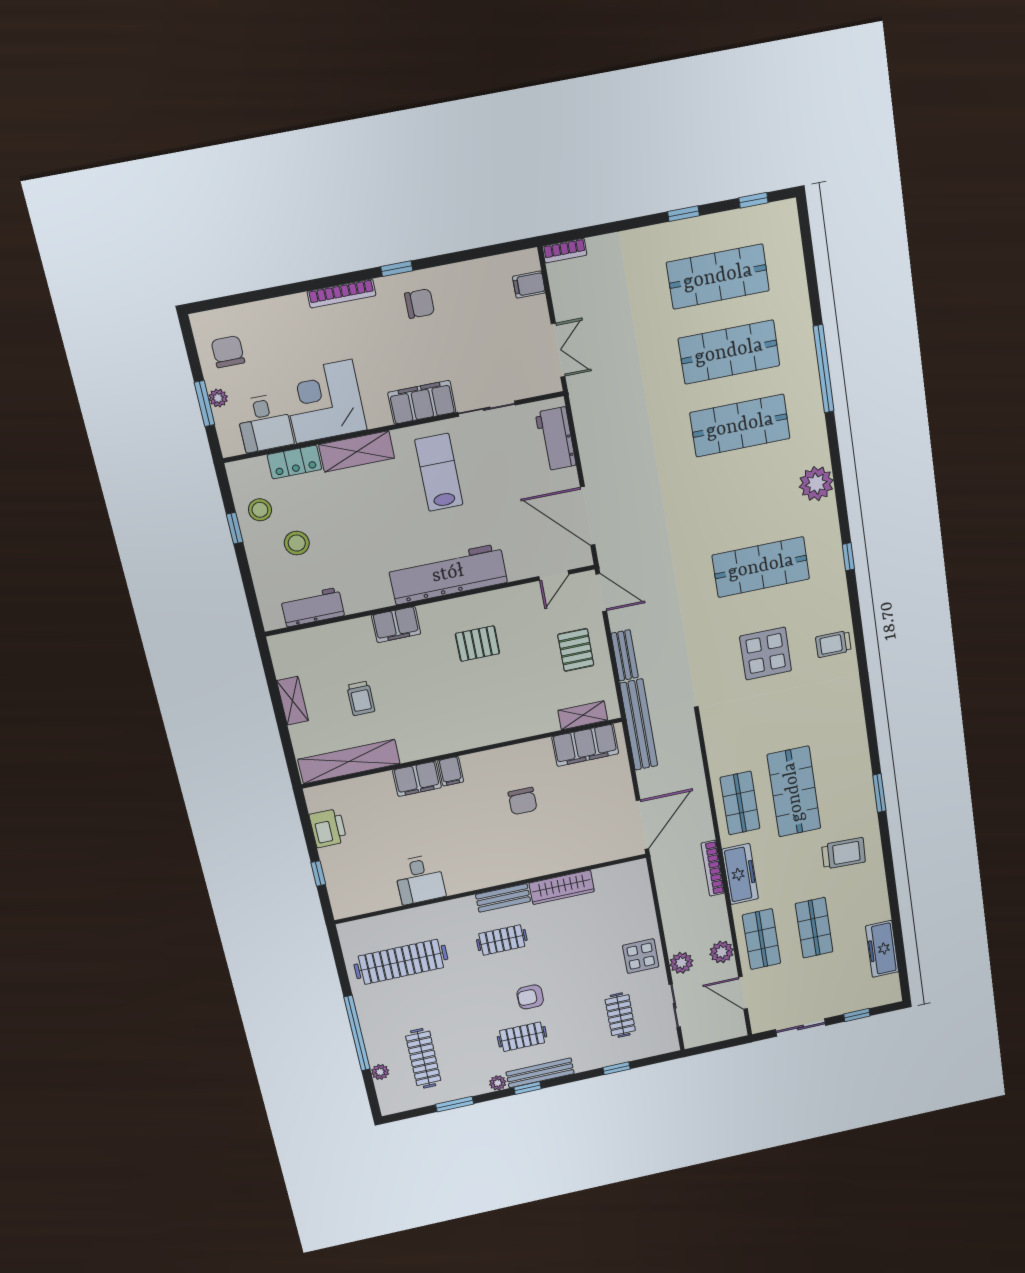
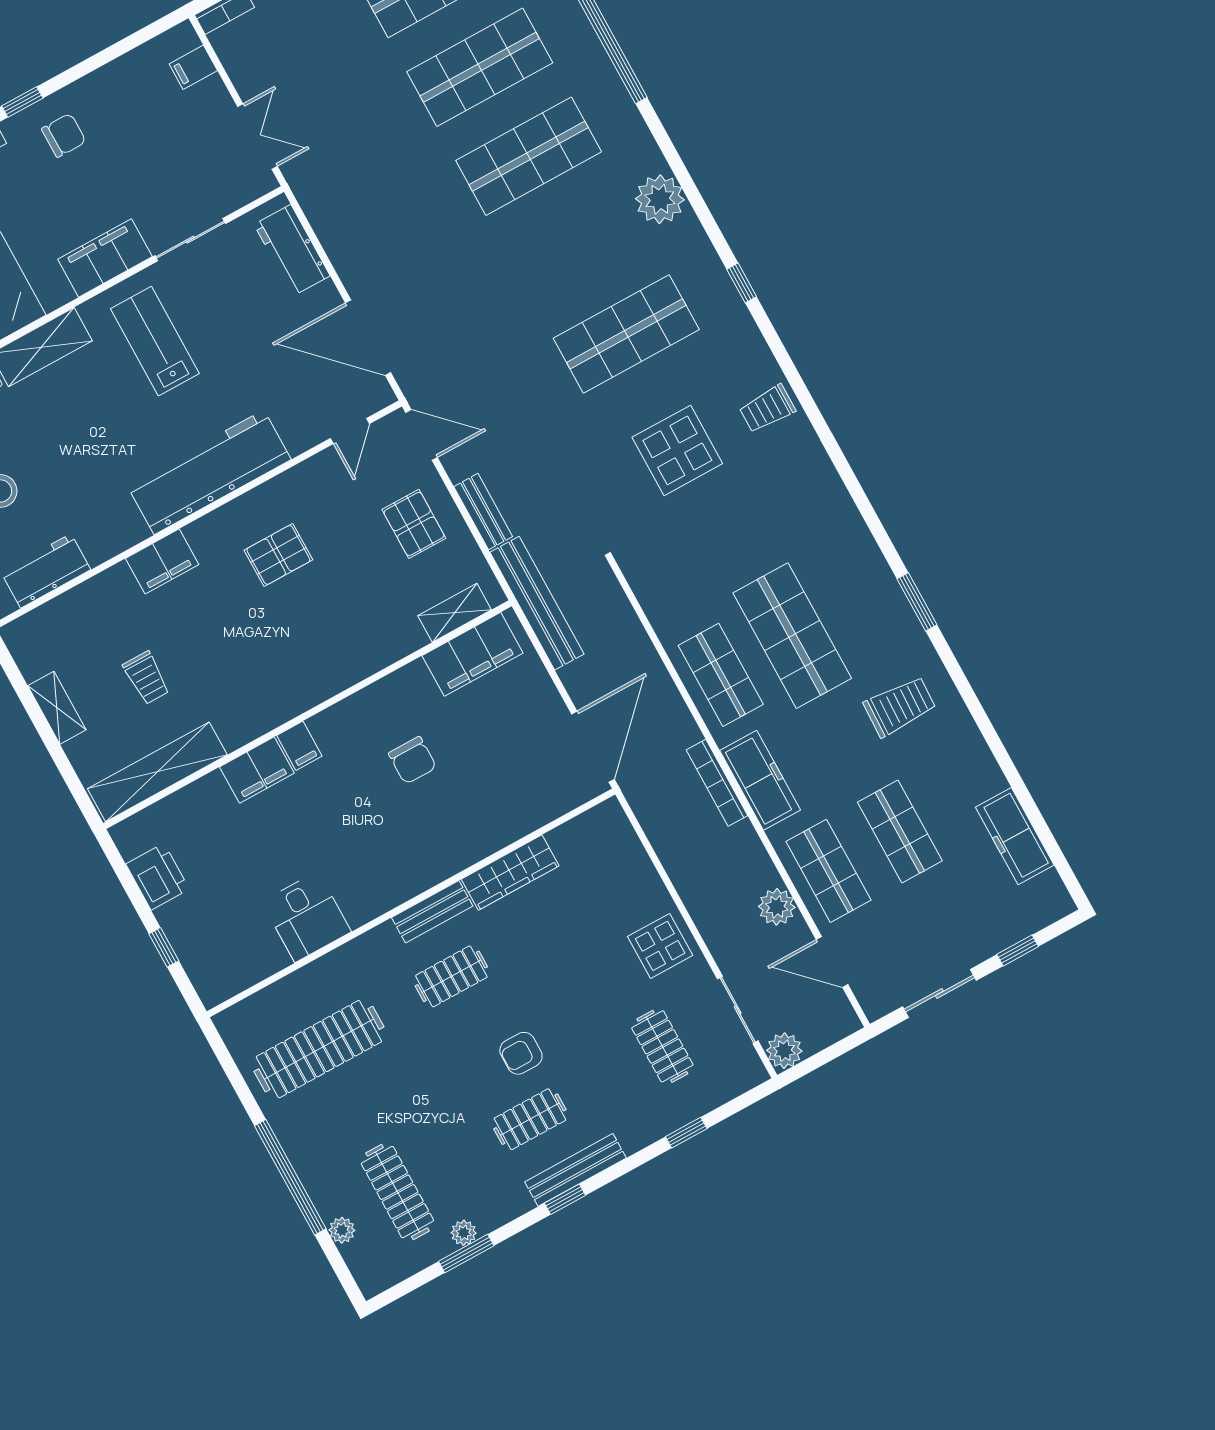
plant: (681, 963) -> (784, 1051), moved
plant: (498, 1083) -> (464, 1233), moved

